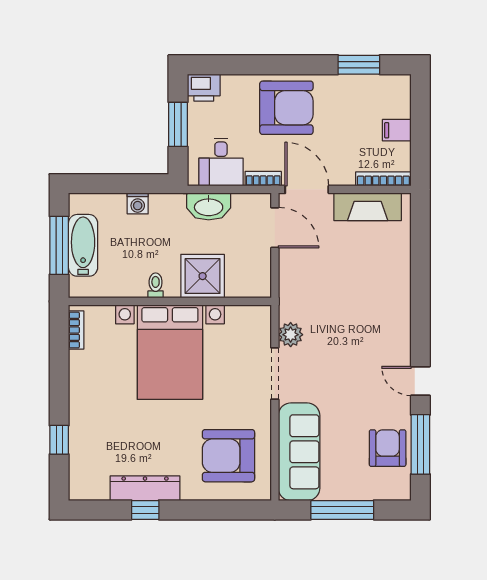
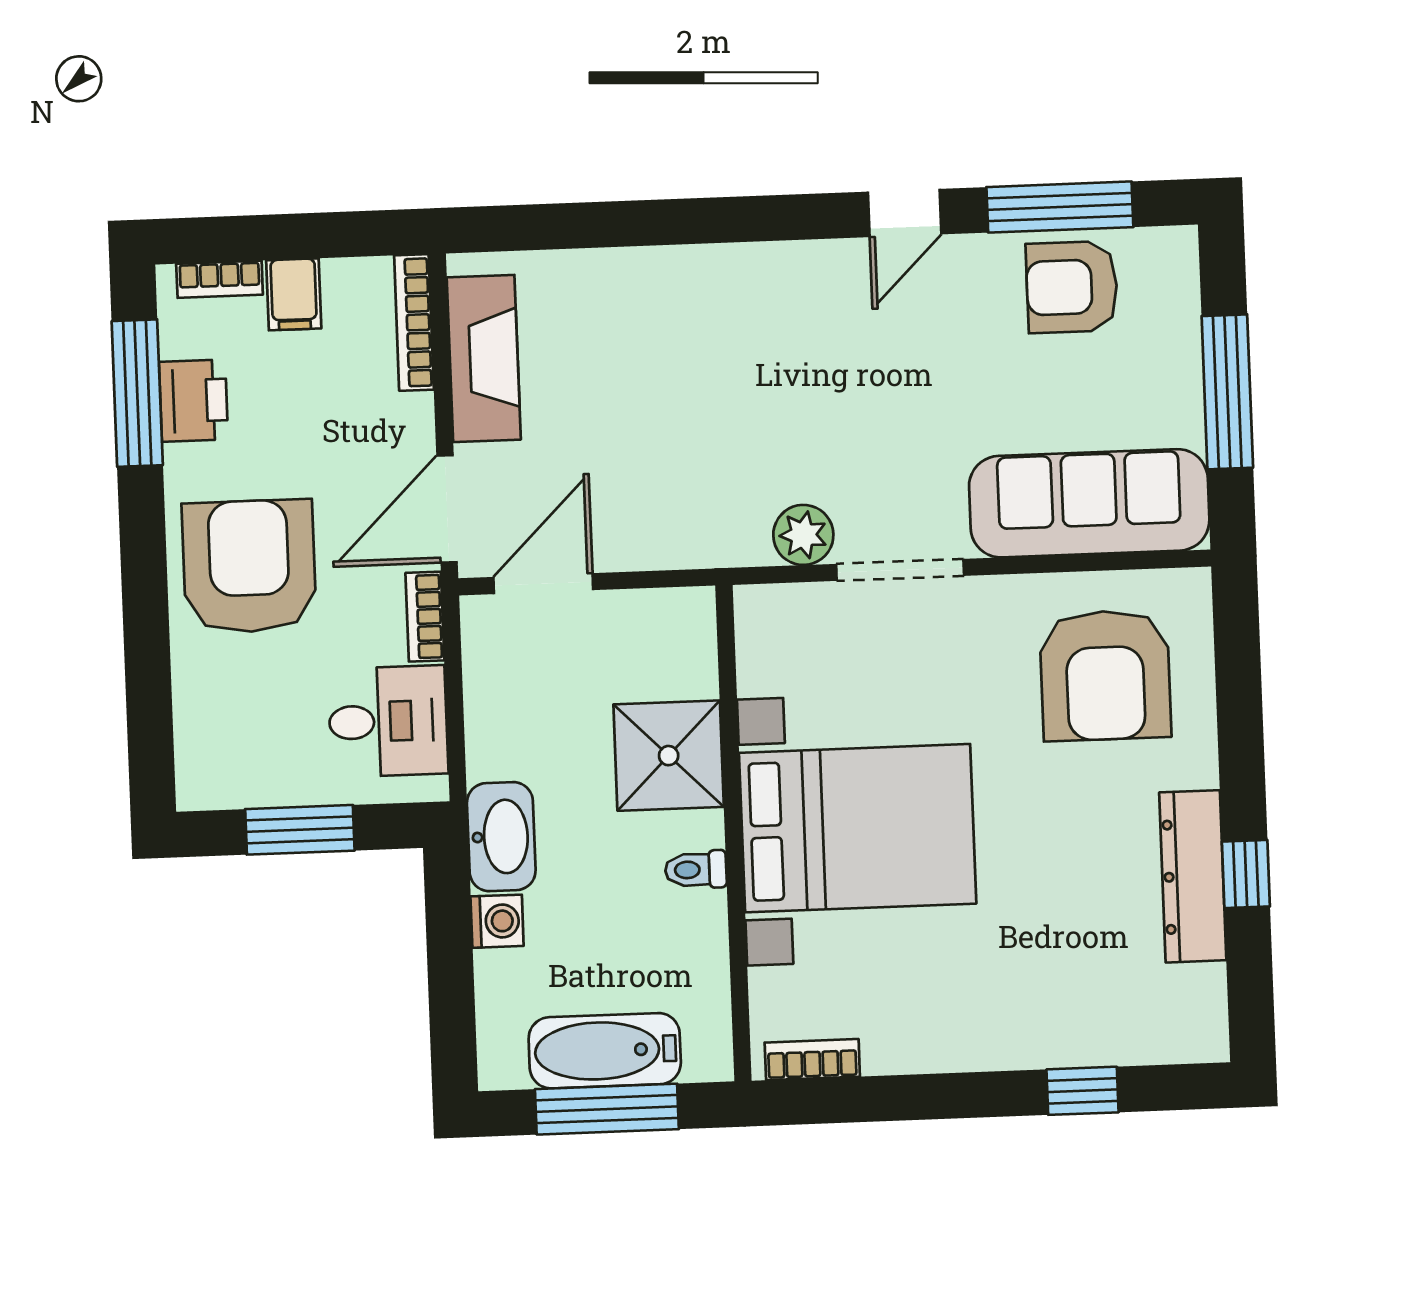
window: (359, 65) -> (137, 393), width x1.44
printer: (204, 88) -> (193, 401), moved
bookcase: (404, 100) -> (220, 279), added
washbasin: (209, 206) -> (501, 837), moved

